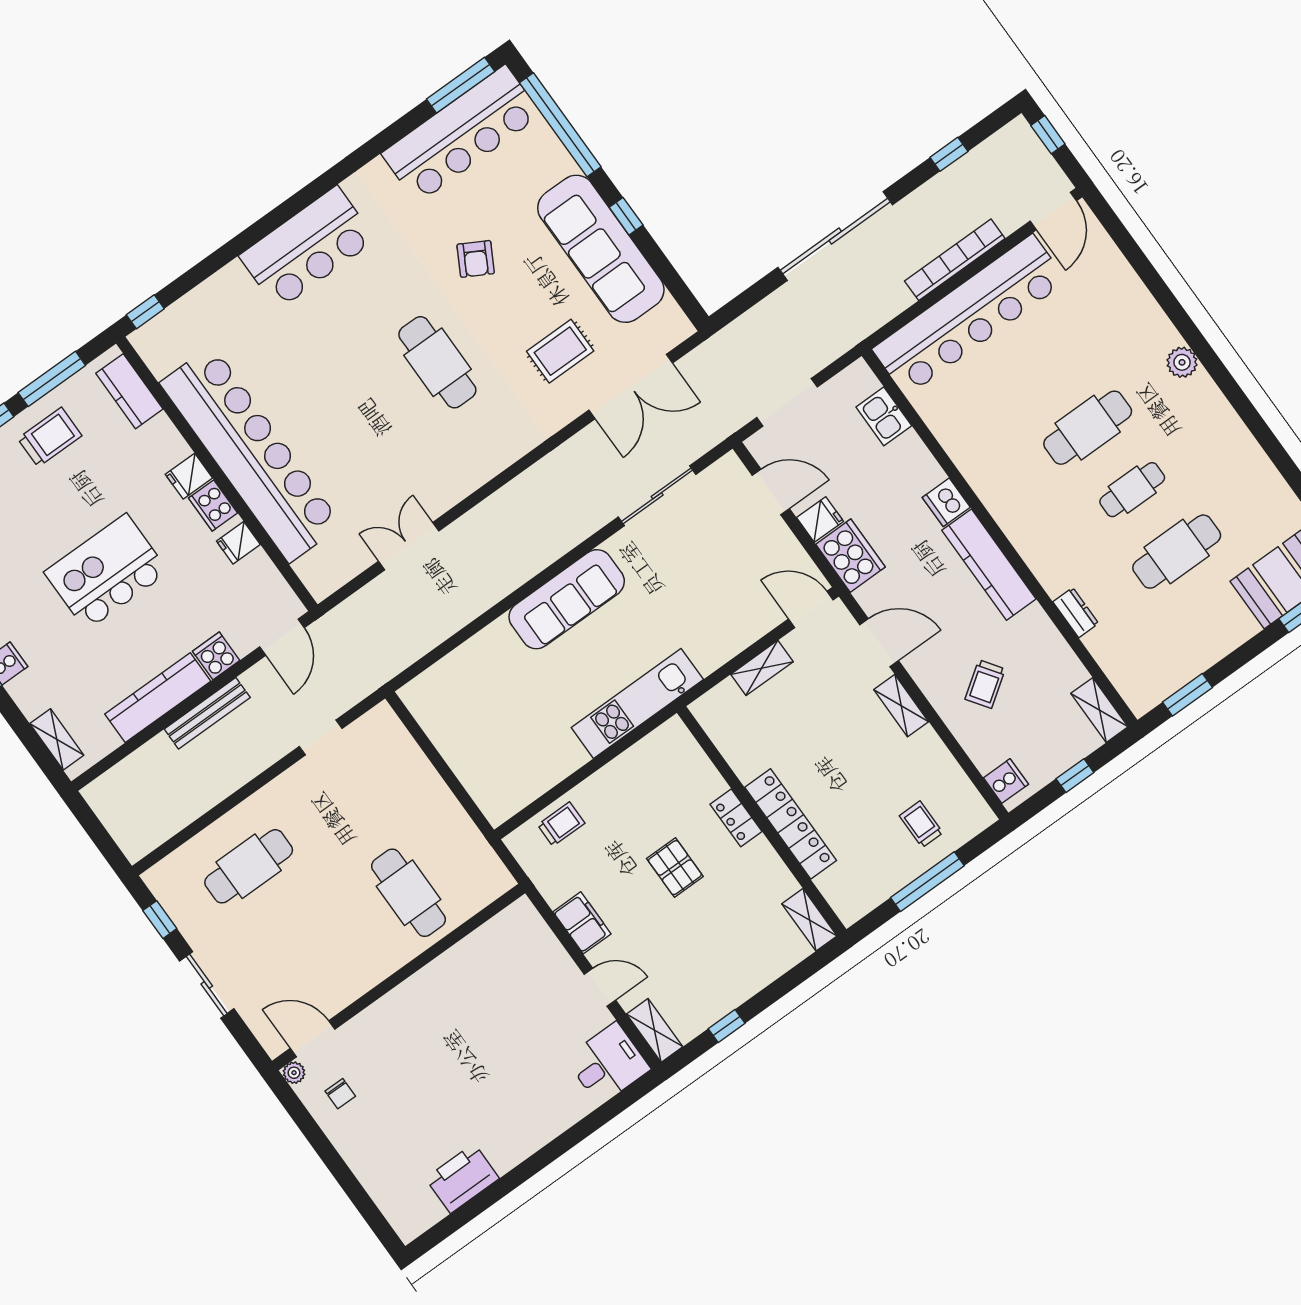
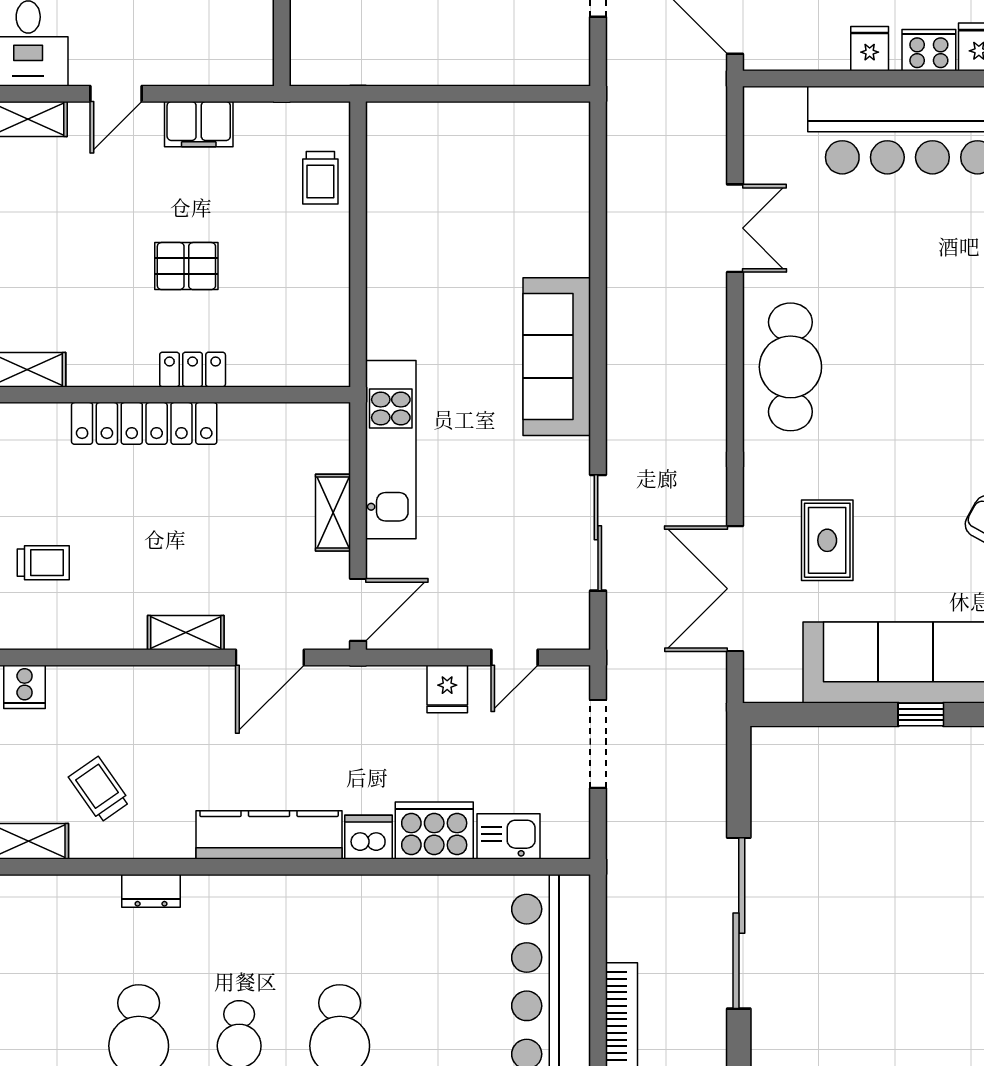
cafe table: (437, 362) -> (790, 367), moved, turned 90
door: (771, 492) -> (514, 657), width x0.73
cooker: (851, 556) -> (434, 831), moved, turned 180
trolley: (985, 684) -> (99, 789), moved
kitchen unit: (637, 704) -> (391, 450), moved

